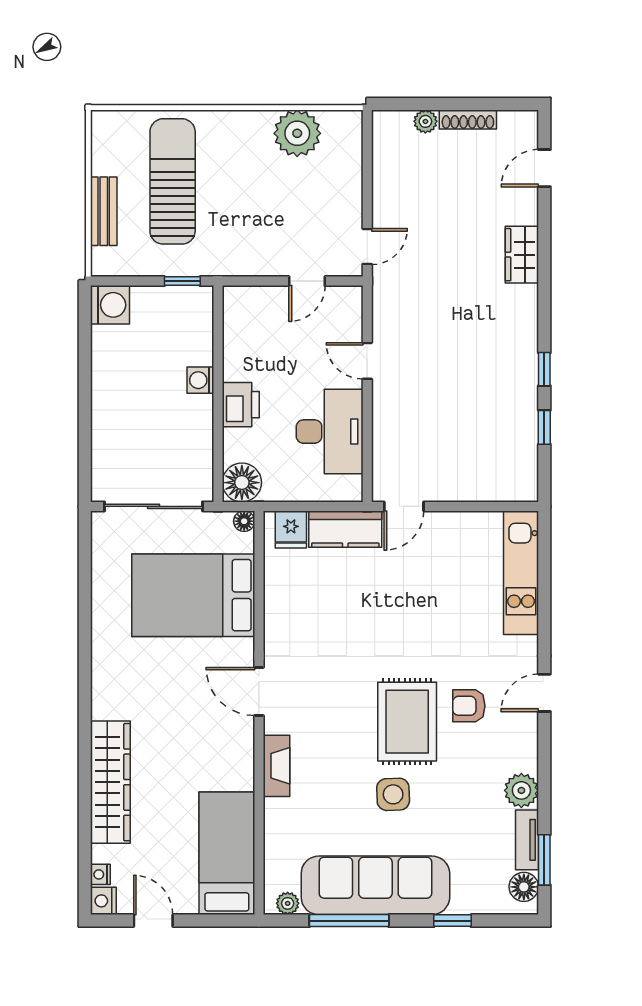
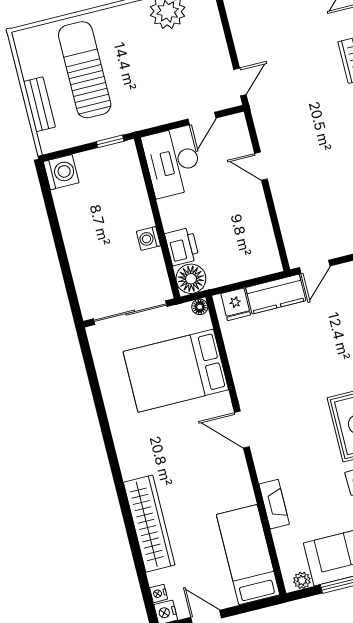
washing machine: (200, 380) -> (148, 238), moved
printer: (241, 405) -> (182, 247), moved
desk: (330, 432) -> (173, 162), moved, turned 180
fireplace: (276, 766) -> (274, 504), moved

